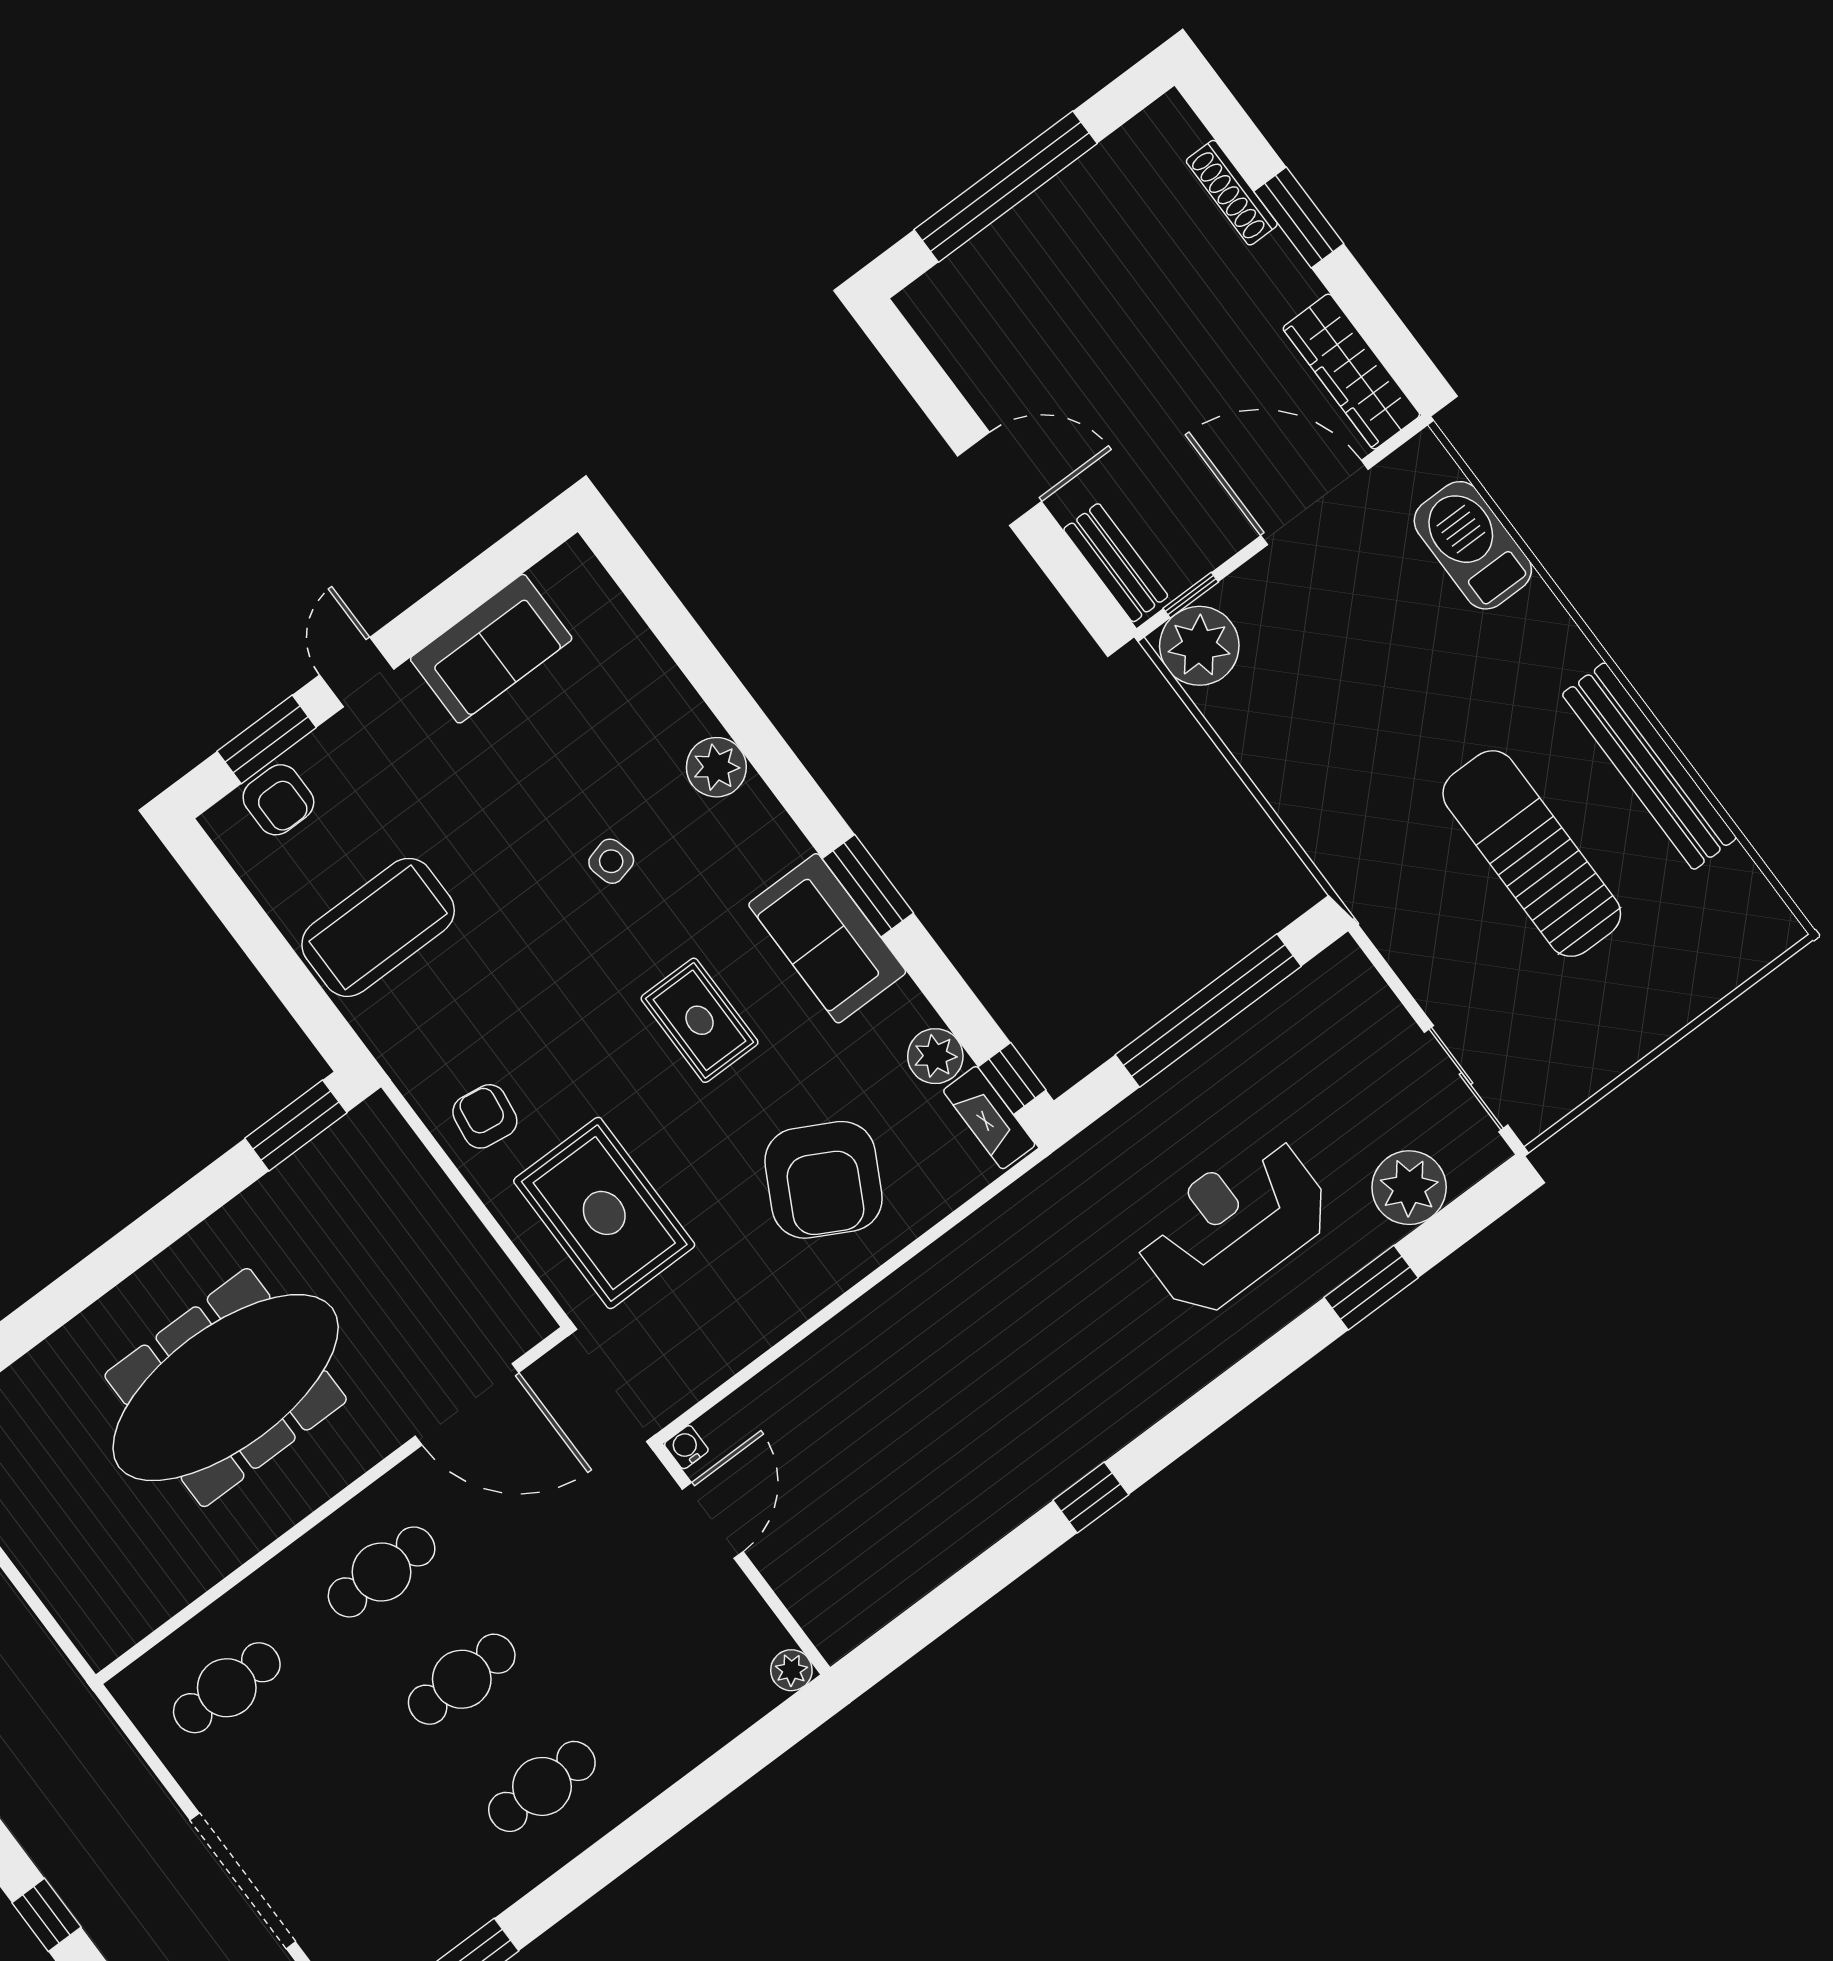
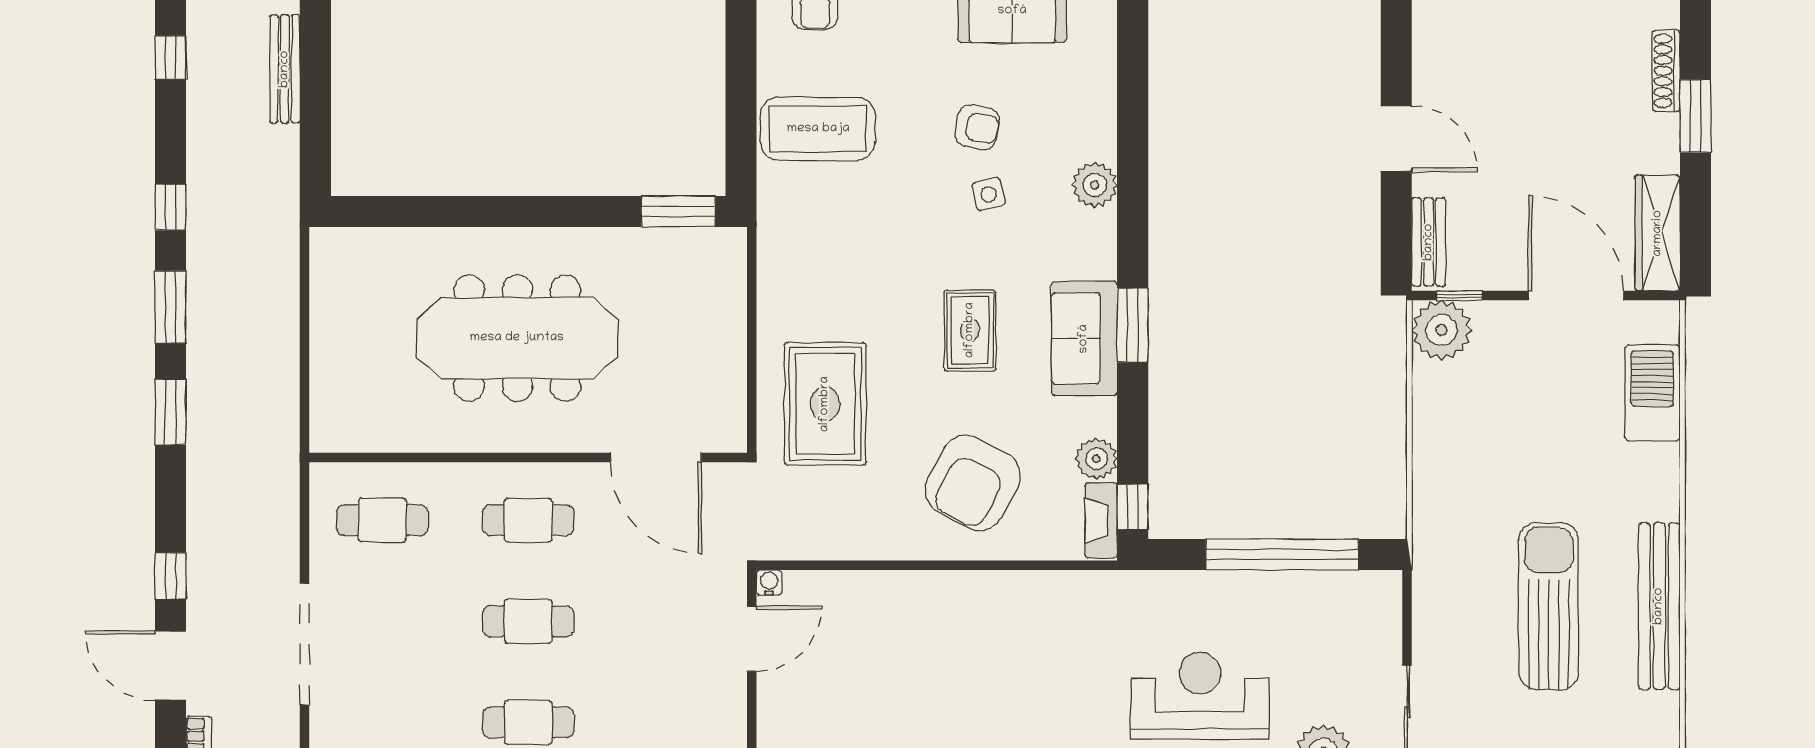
armchair: (485, 1116) -> (977, 127), moved, turned 92

